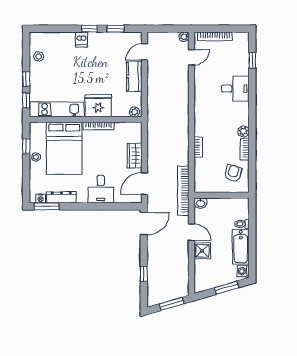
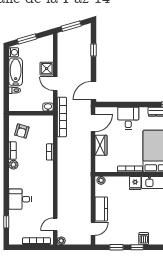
fridge: (98, 106) -> (135, 183), width x0.53, depth x0.75

